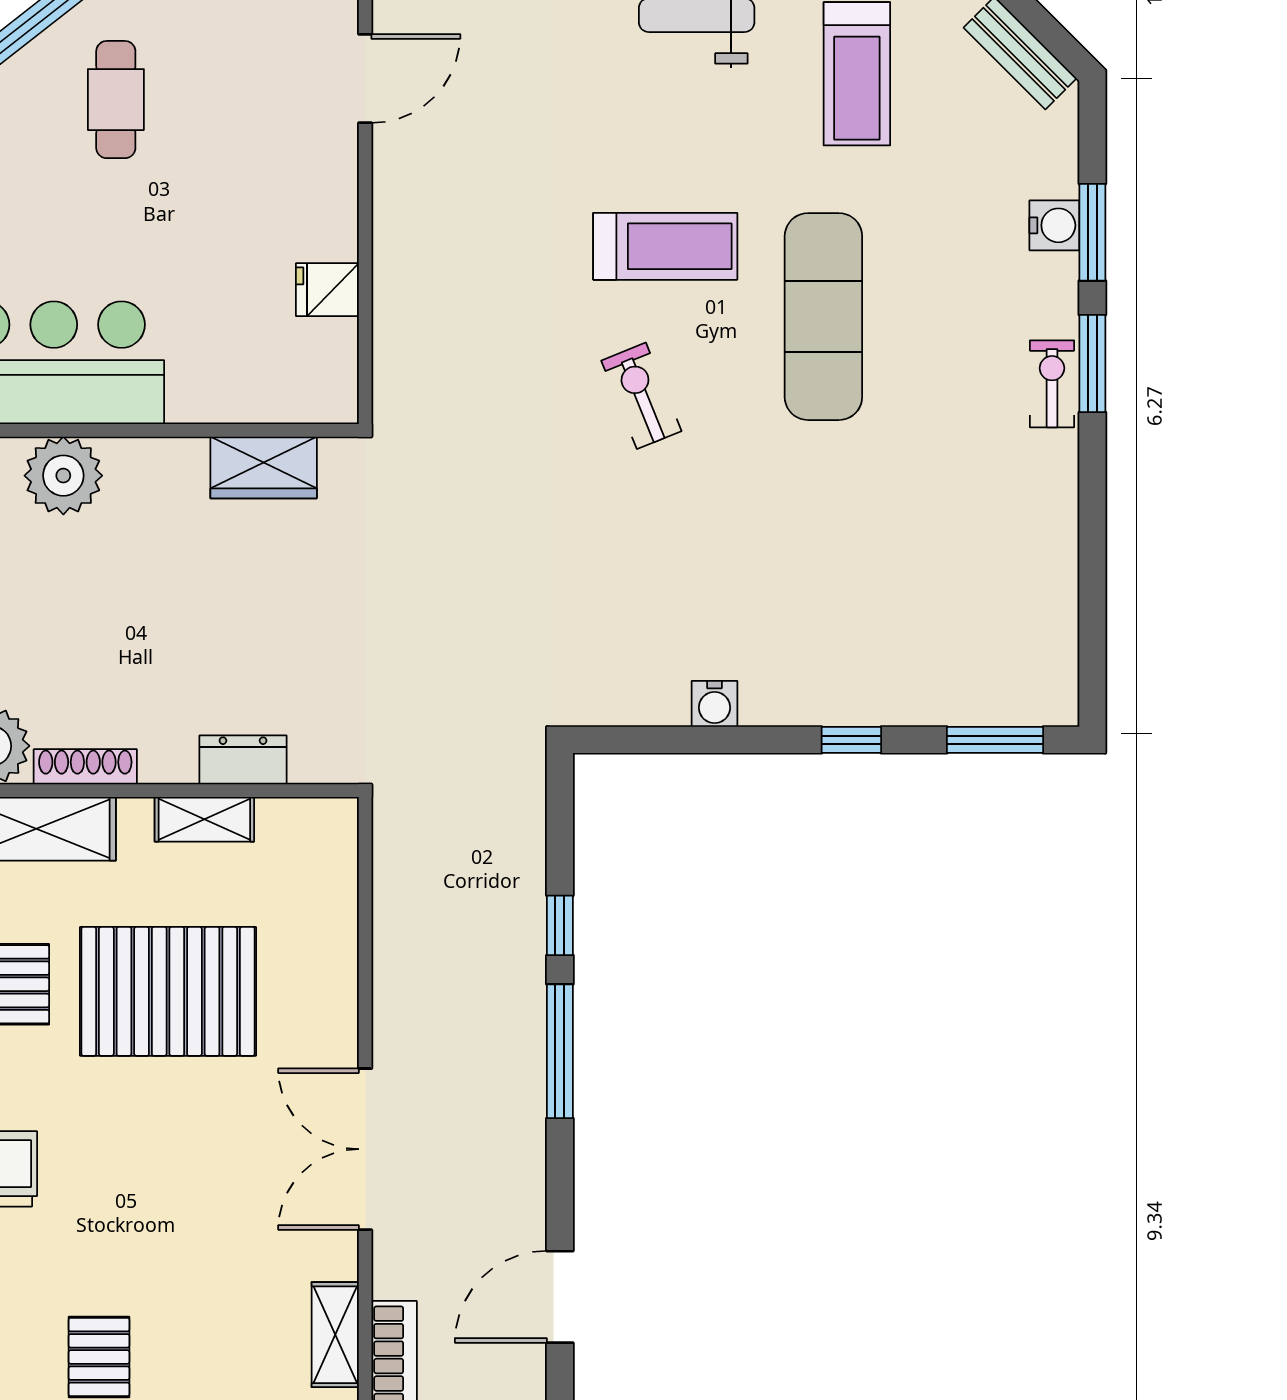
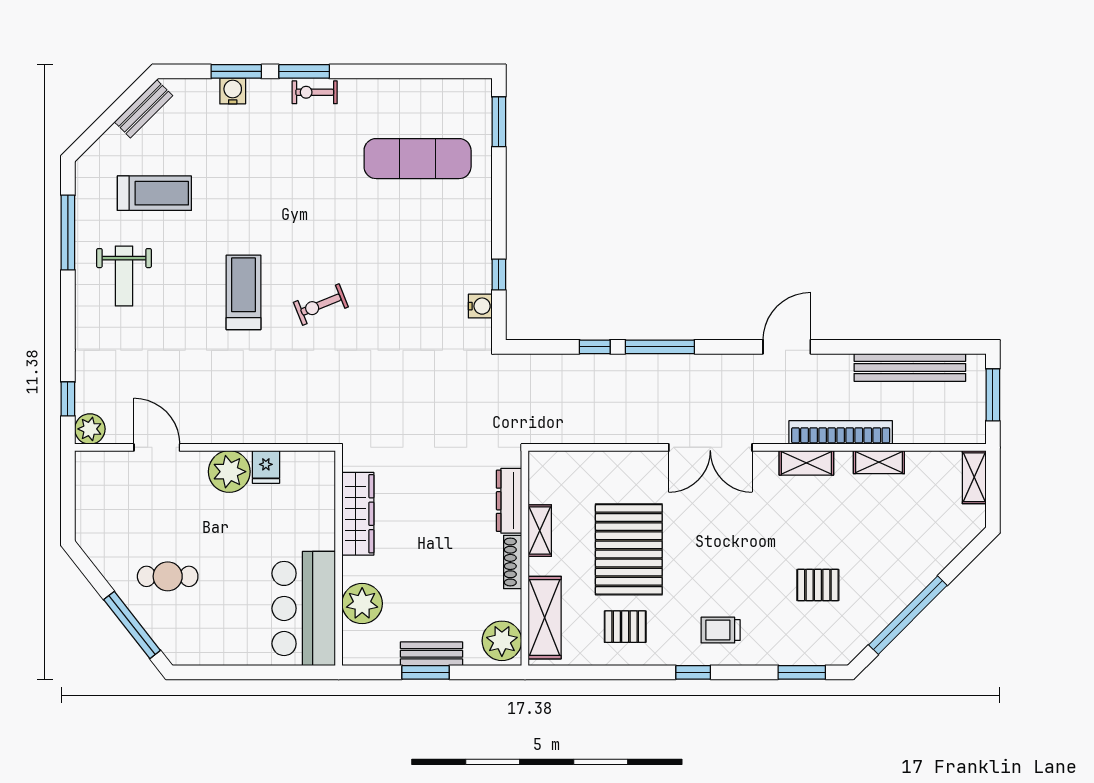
plant: (318, 219) -> (229, 472), added
exercise mat: (823, 317) -> (418, 159), moved
wardrobe: (264, 467) -> (358, 514), width x1.50
water cooler: (714, 704) -> (480, 306), moved
window: (851, 740) -> (499, 275), moved
dresser: (243, 760) -> (509, 501), width x1.44
shoe rack: (85, 767) -> (513, 562), moved
door: (560, 1297) -> (787, 347), swing flipped

